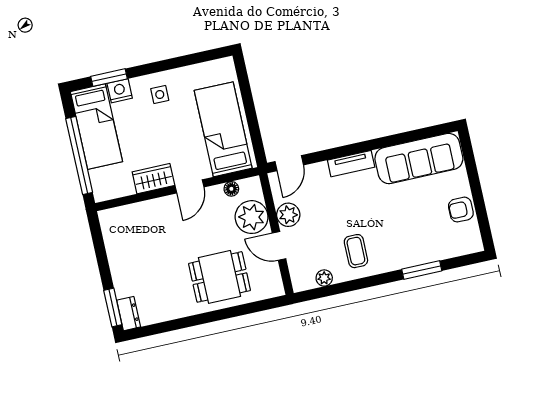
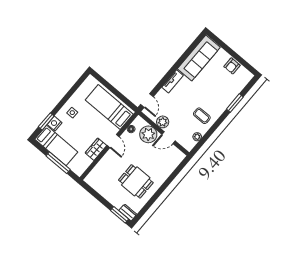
window: (79, 155) -> (58, 163), width x0.68
dining table: (220, 277) -> (136, 181), moved, turned 90

